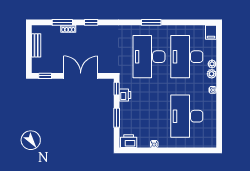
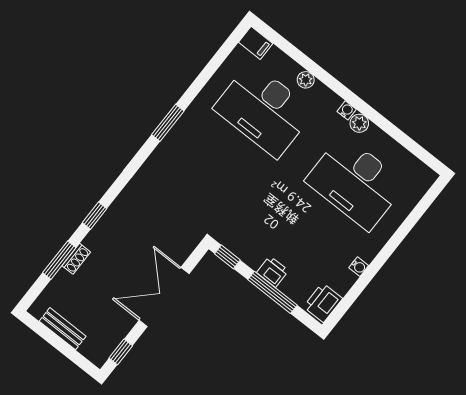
desk: (149, 57) -> (218, 168), removed
plant: (212, 74) -> (359, 123), moved
printer: (125, 95) -> (273, 272), moved
window: (117, 118) -> (272, 292), width x1.44

